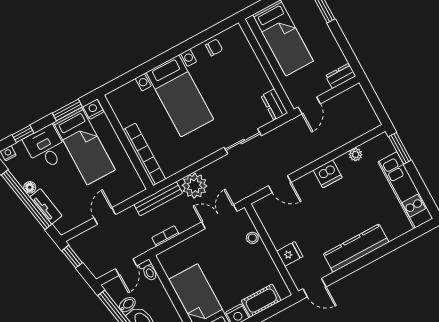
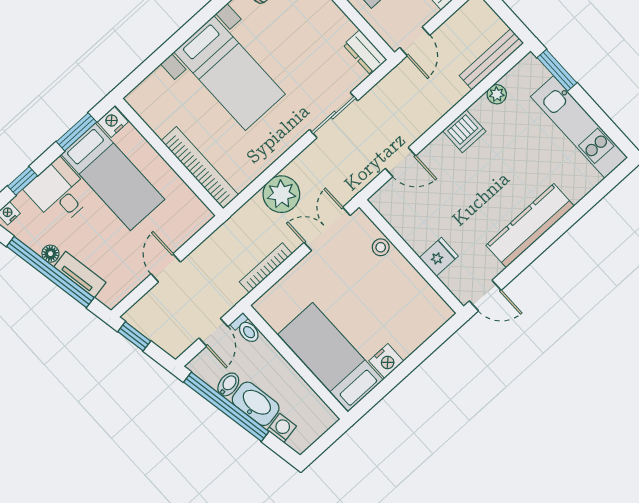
bench: (158, 199) -> (491, 59), moved
bookcase: (165, 236) -> (266, 268), width x1.56
cot: (261, 301) -> (415, 332), removed

